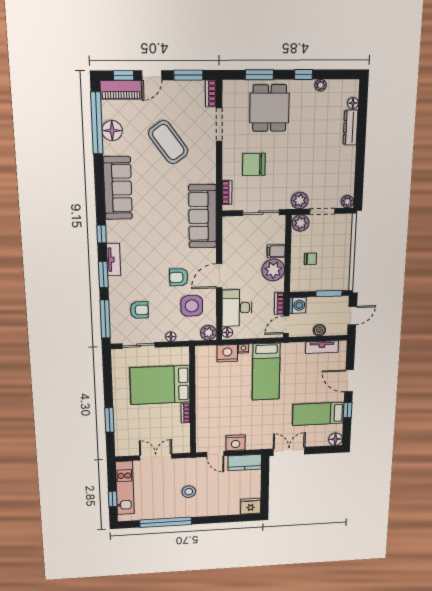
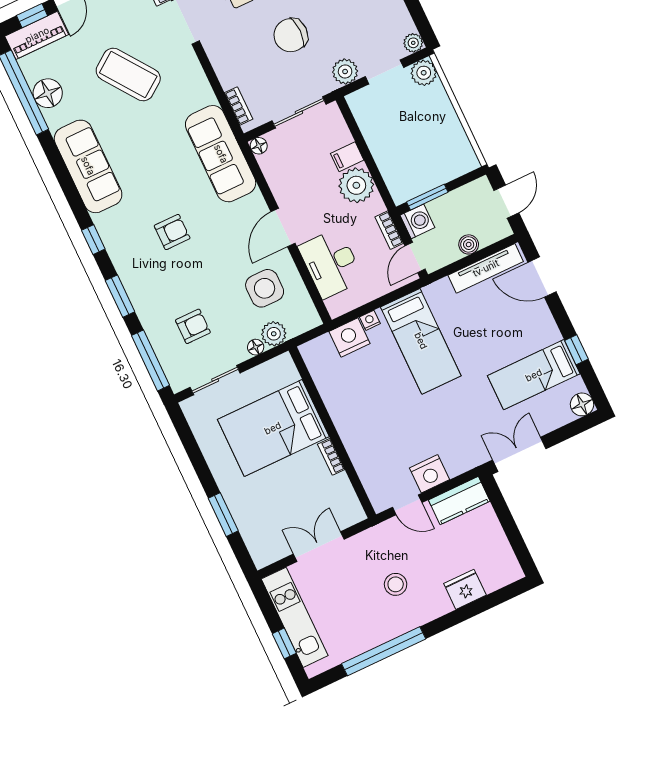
chair: (254, 164) -> (291, 35), moved
plant: (301, 223) -> (424, 73), moved
chair: (310, 259) -> (402, 146), removed
tv unit: (114, 260) -> (125, 269), removed
armchair: (179, 277) -> (172, 232), moved, turned 180
window: (329, 294) -> (427, 197), moved
floor lamp: (227, 332) -> (259, 146), moved
plant: (208, 333) -> (274, 334), moved
tv unit: (322, 347) -> (486, 268), width x1.41
door: (349, 381) -> (542, 277), moved
fridge: (251, 506) -> (465, 589), moved

